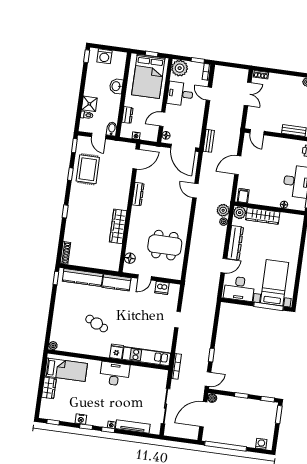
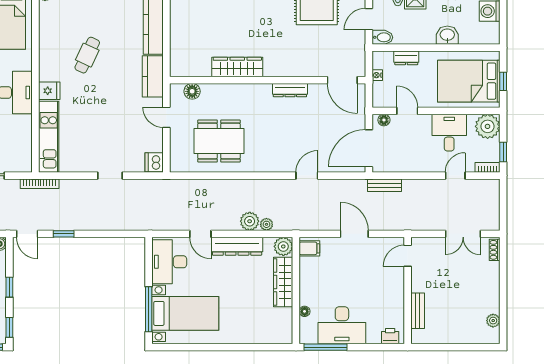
plant: (223, 210) -> (250, 221), moved
dining table: (165, 245) -> (219, 141), turned 90
dishwasher: (162, 288) -> (154, 162), moved

